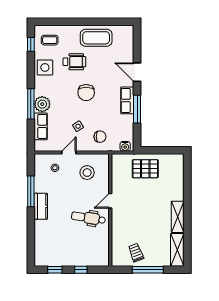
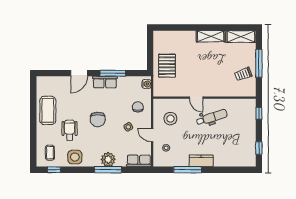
chair: (86, 93) -> (98, 119), turned 90
row of seats: (41, 126) -> (139, 161), moved
dental chair: (88, 218) -> (212, 117), turned -117
window: (81, 270) -> (259, 113), moved

